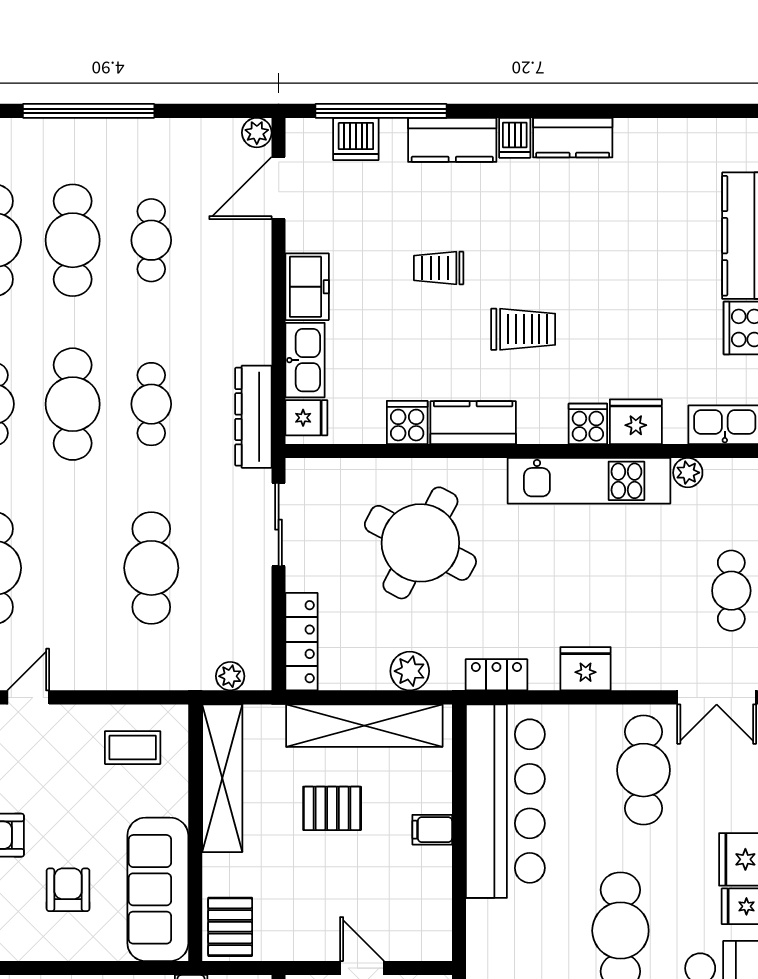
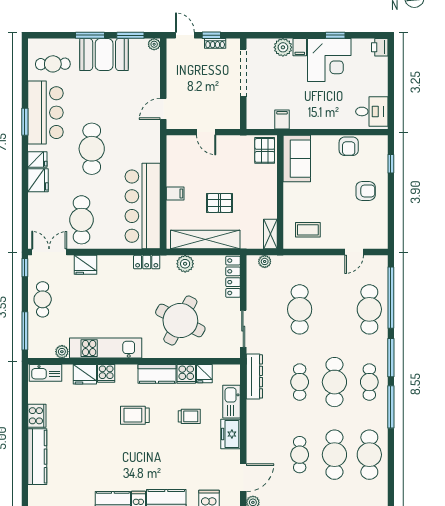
trolley: (439, 268) -> (189, 416), moved
fridge: (306, 418) -> (204, 374), moved, turned -90
fridge: (586, 669) -> (86, 265), moved
shelving: (222, 778) -> (270, 234), width x0.45, depth x0.75
sofa: (158, 889) -> (297, 159), width x0.73
armchair: (68, 890) -> (349, 146), moved

